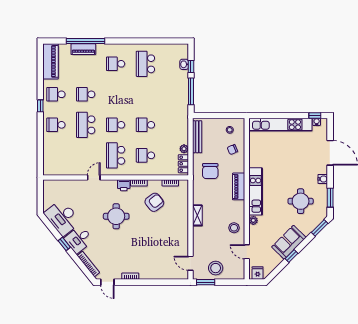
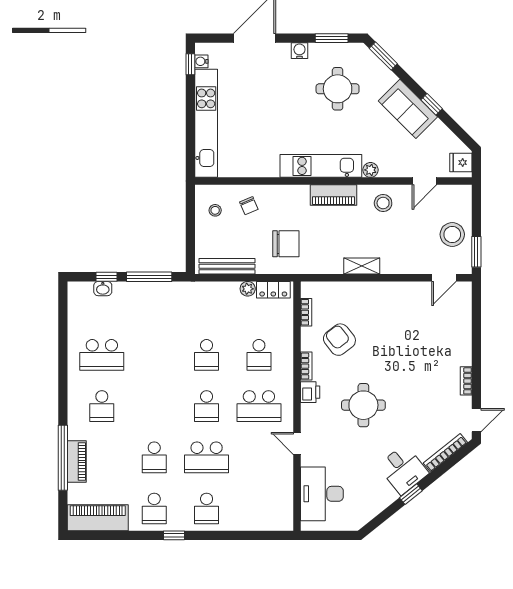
piano: (239, 186) -> (333, 195), moved
desk: (62, 218) -> (322, 494), moved, turned 129

